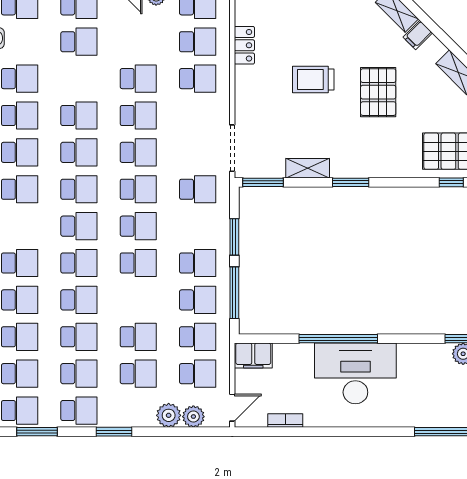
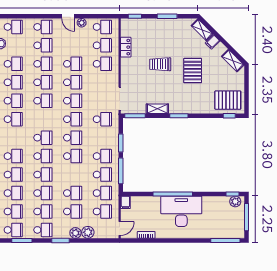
school desk: (79, 189) -> (43, 64), moved
filing cabinet: (253, 356) -> (125, 202), width x0.50
plant: (193, 417) -> (75, 233), moved

